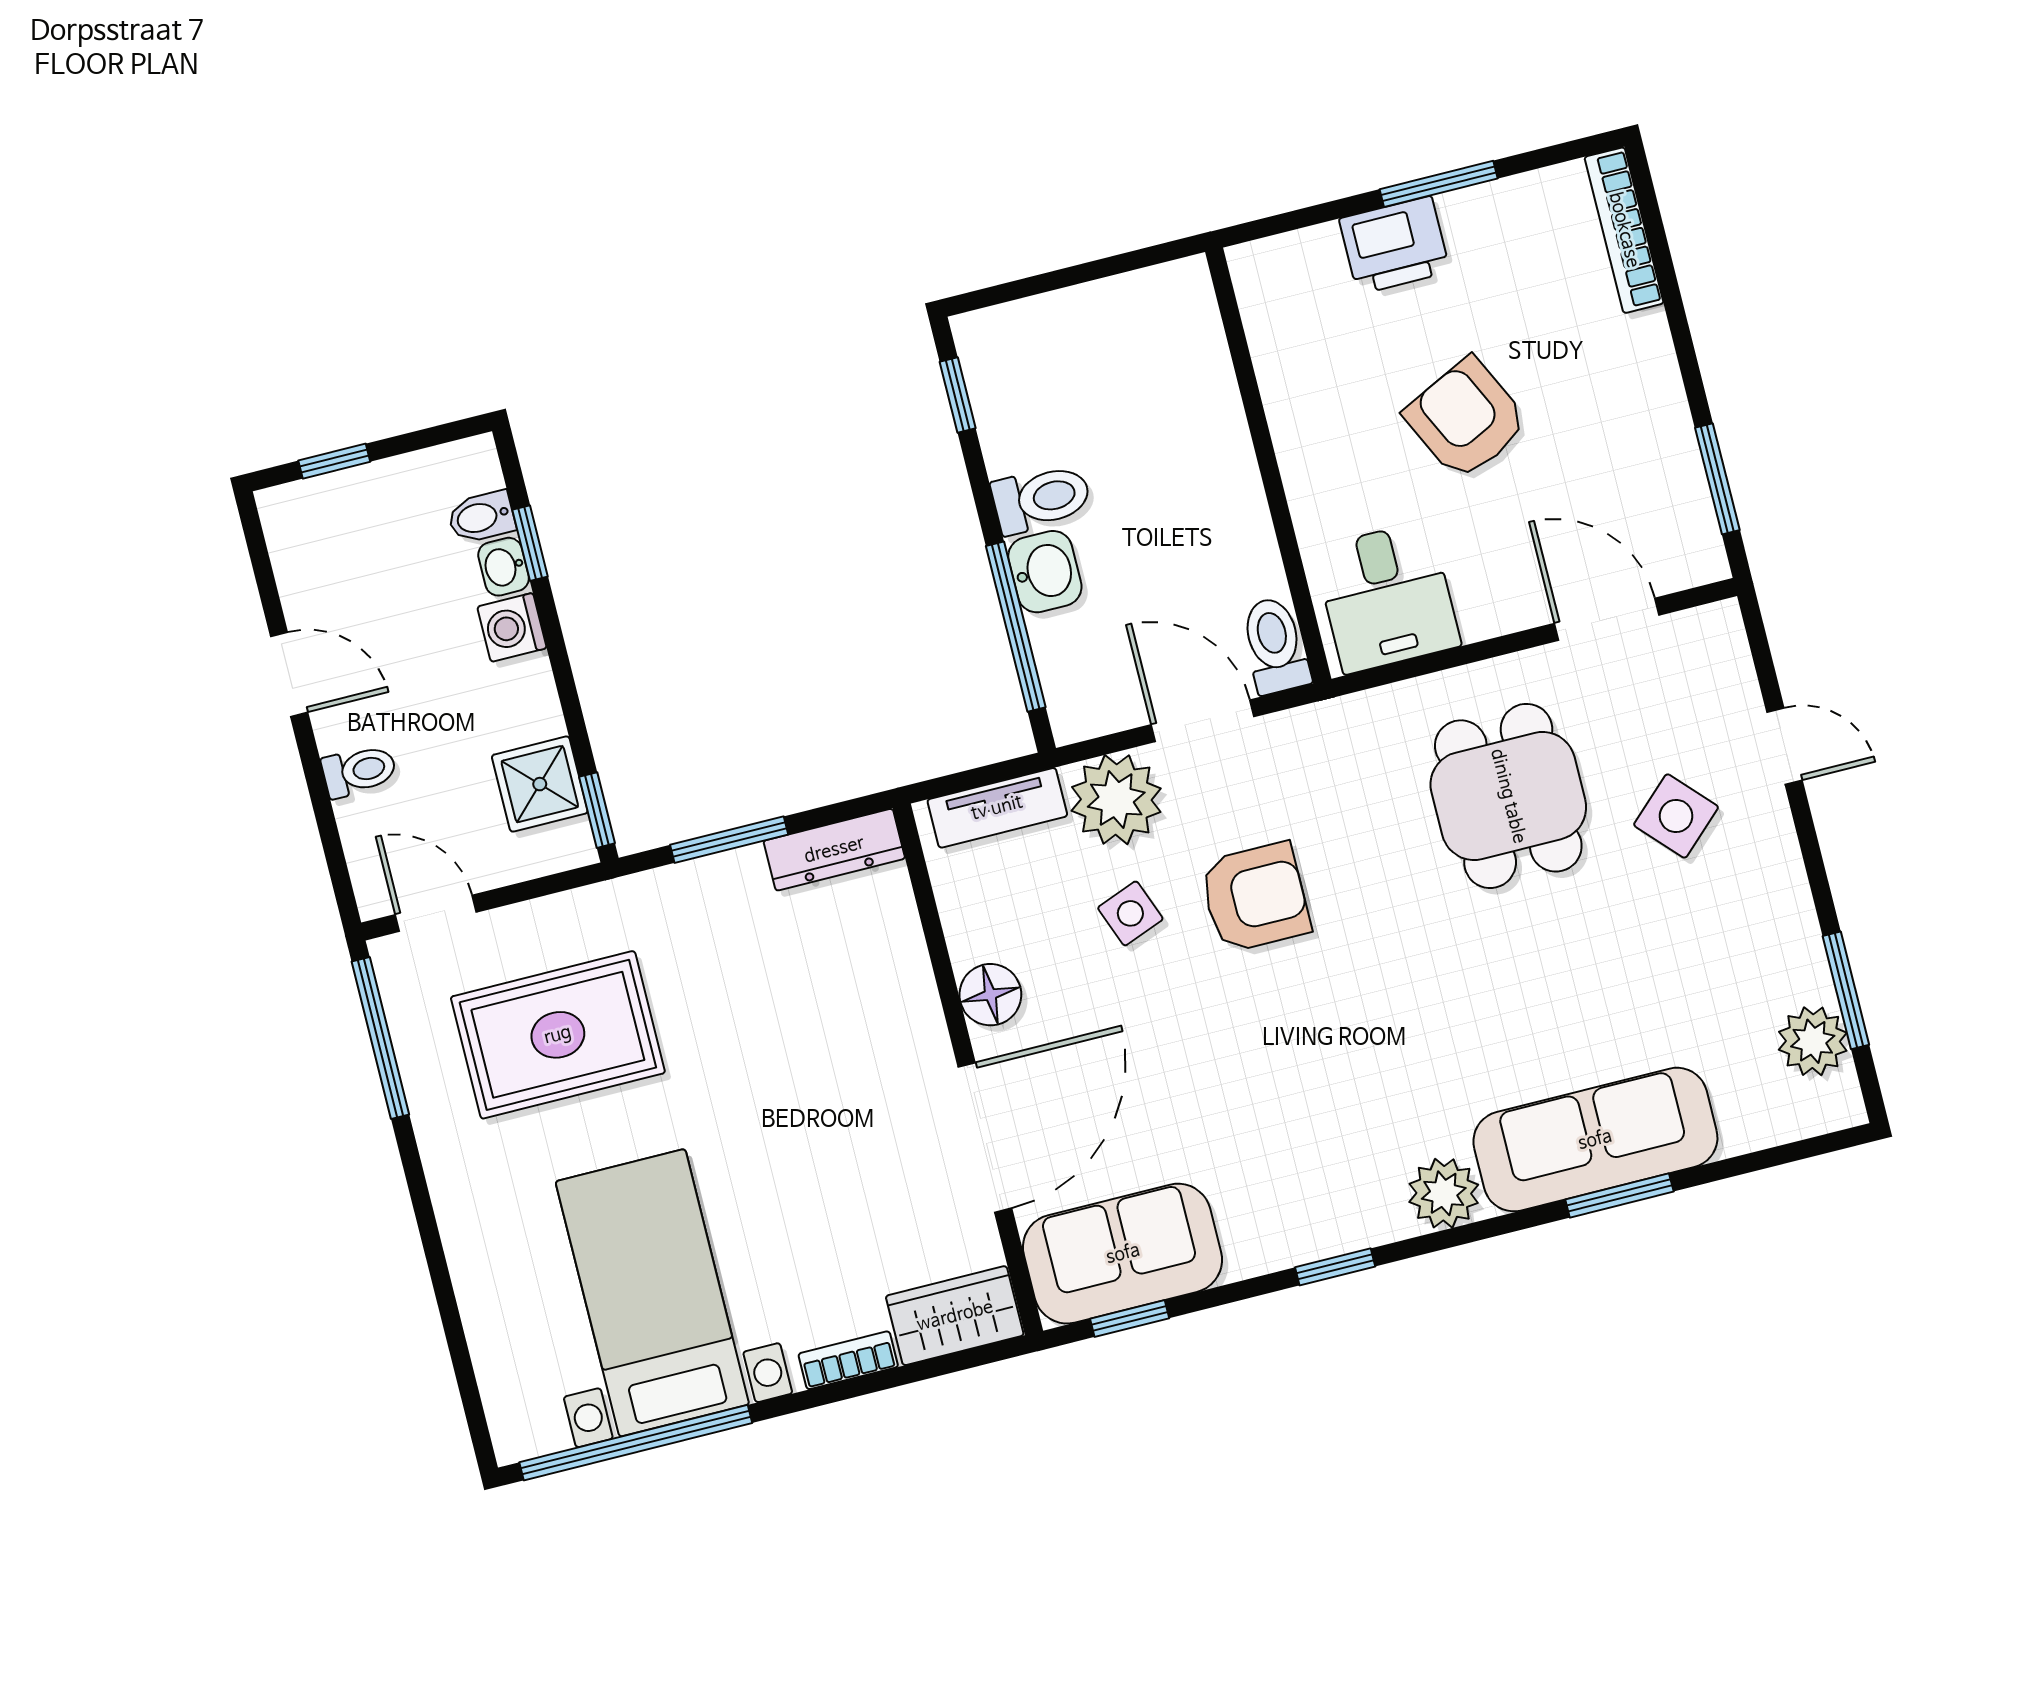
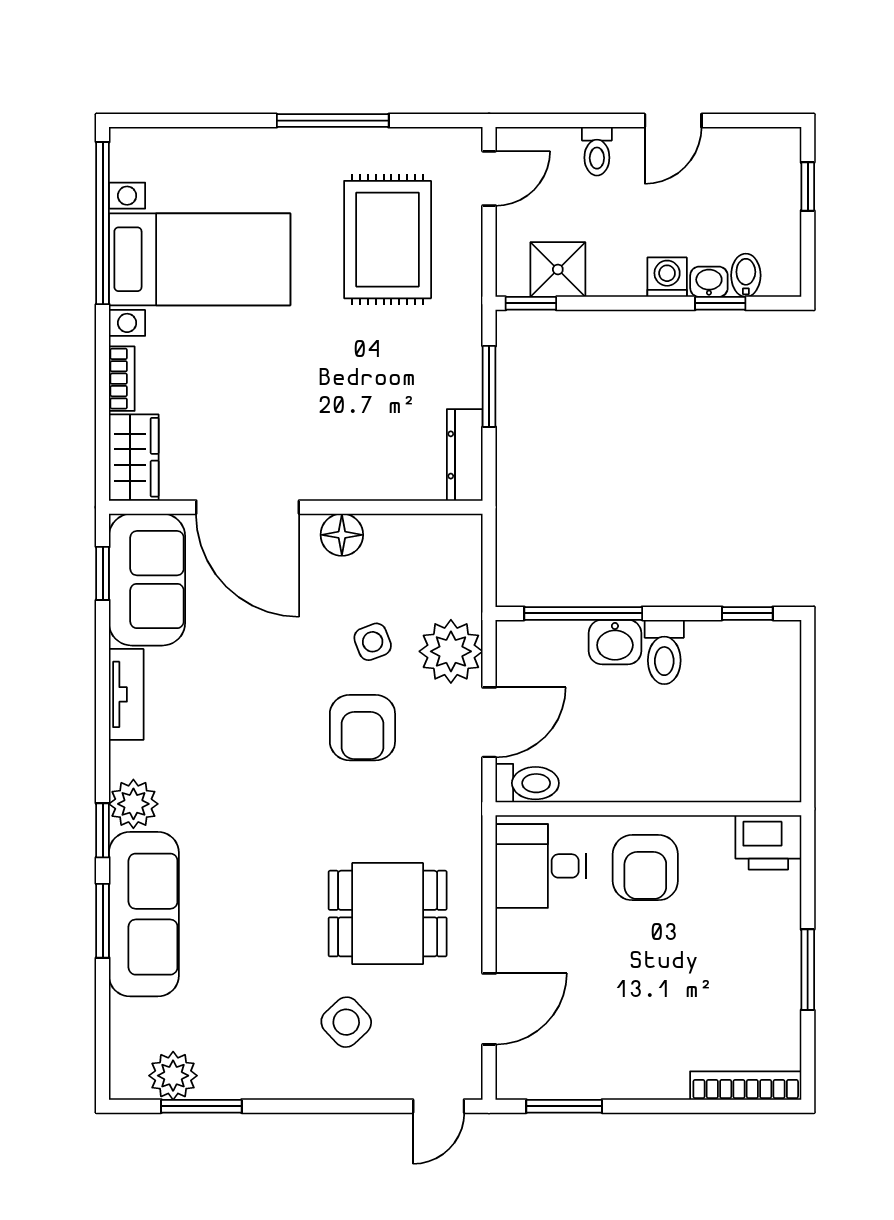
printer: (1395, 245) -> (768, 842), moved, turned -90
armchair: (1466, 419) -> (645, 868), moved, turned 116
door: (1784, 746) -> (439, 1106), moved
tv unit: (997, 808) -> (126, 694), moved, turned 180
window: (380, 1038) -> (333, 121), moved
window: (1335, 1267) -> (103, 830), moved

